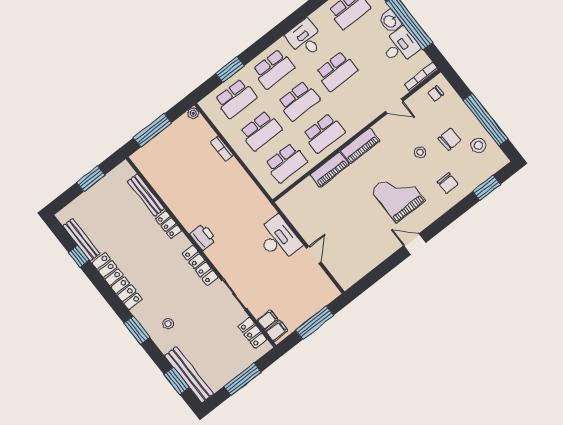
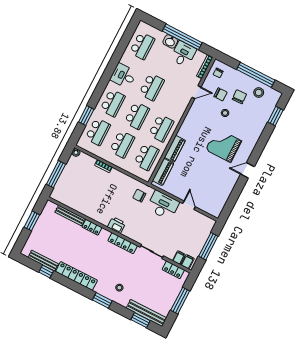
piano: (360, 146) -> (163, 172), moved
chair: (448, 183) -> (220, 94), moved
chair: (252, 211) -> (139, 196), added

